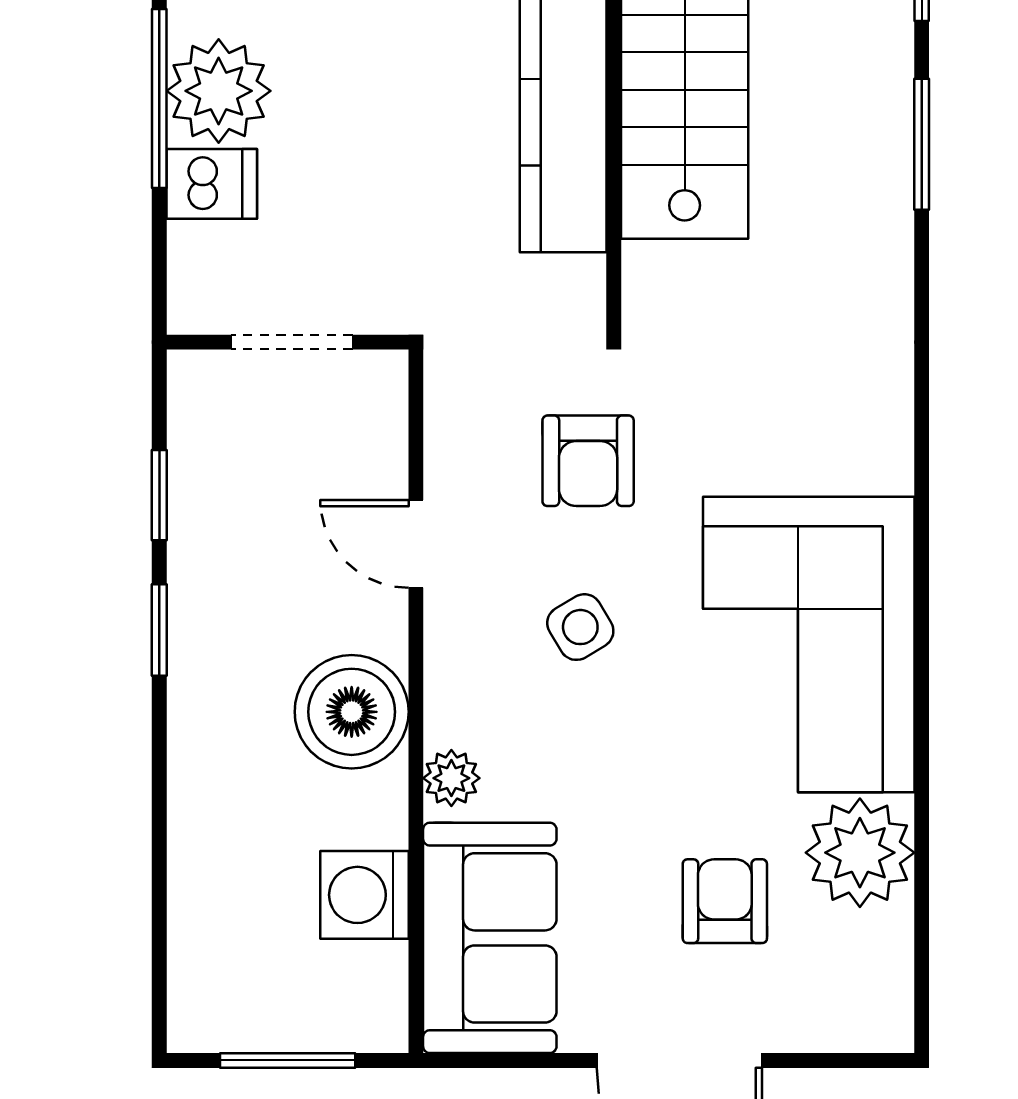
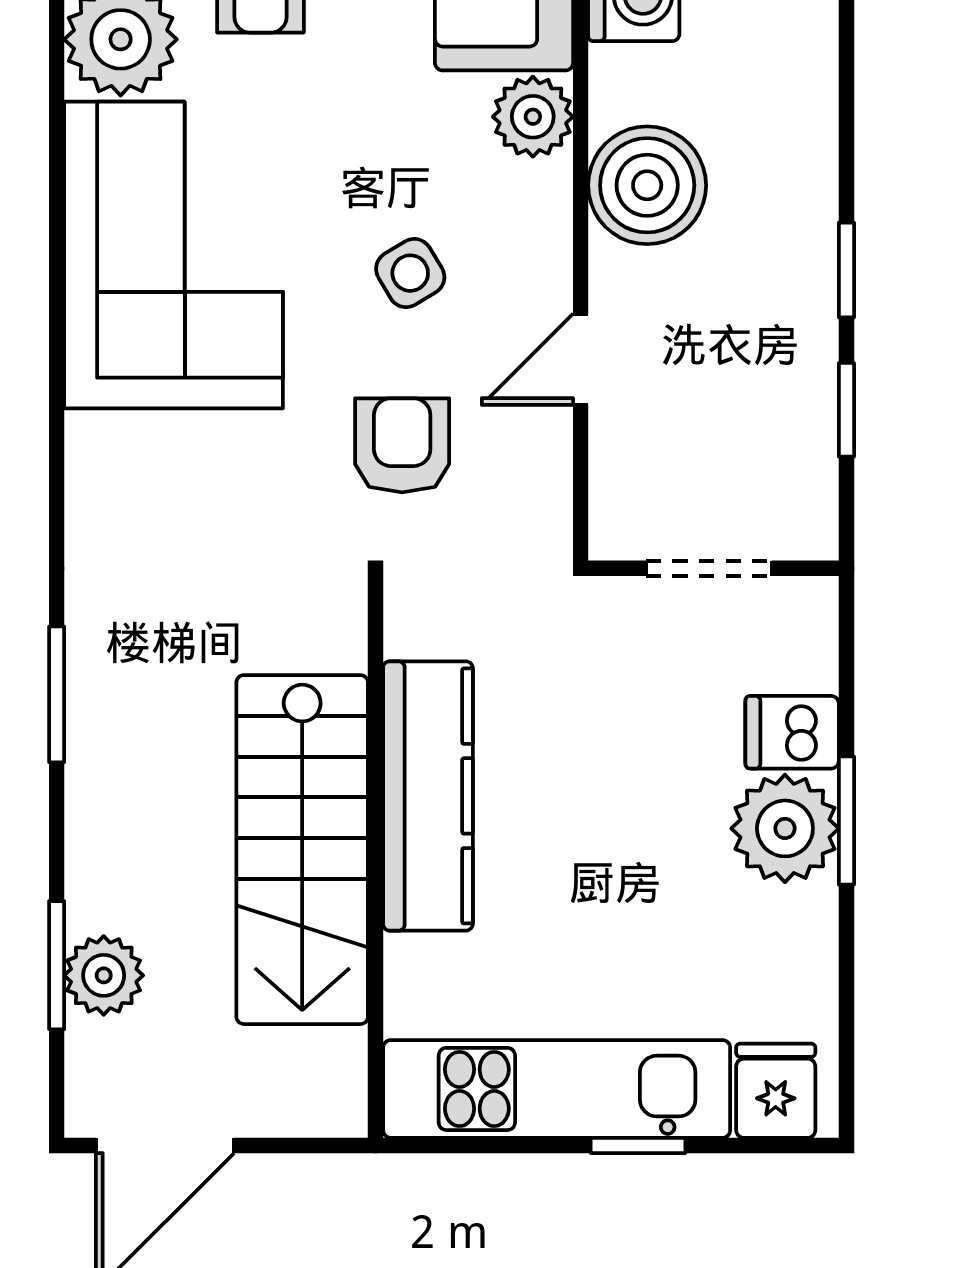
window: (159, 99) -> (846, 821), width x0.69
window: (922, 144) -> (57, 694), moved
door: (416, 544) -> (581, 359), swing flipped
plant: (451, 778) -> (533, 117), width x1.38, depth x1.38

